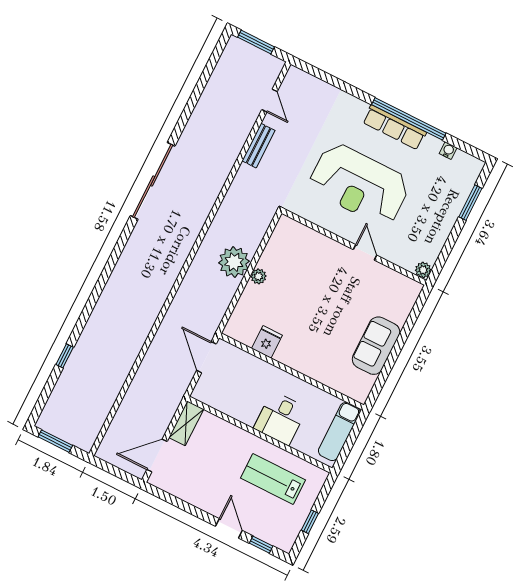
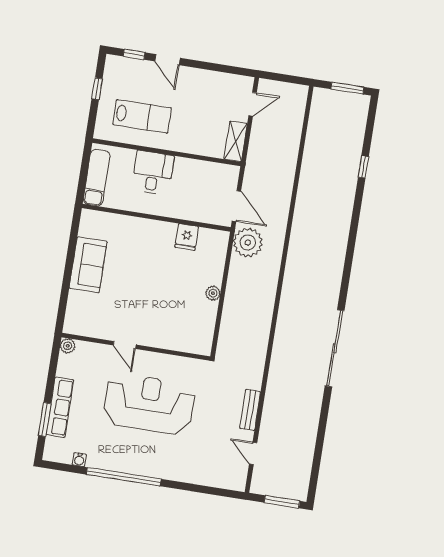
row of seats: (394, 127) -> (60, 407), moved, turned 90
plant: (234, 262) -> (248, 242), moved
door: (157, 456) -> (253, 104), width x0.73

